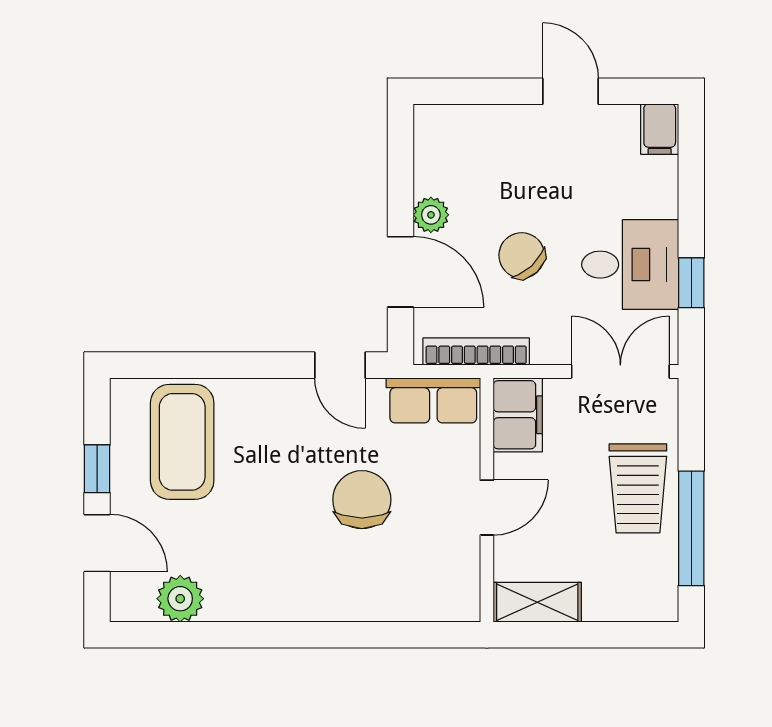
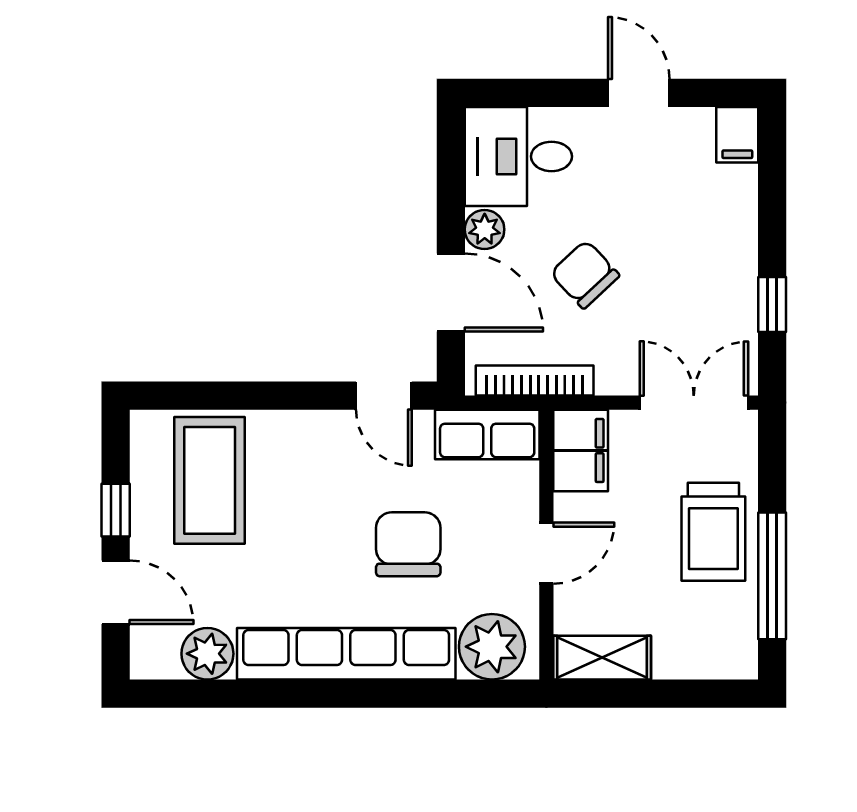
desk: (630, 265) -> (518, 156), moved, turned 180
plant: (438, 592) -> (492, 647), added
row of seats: (306, 599) -> (346, 654), added

